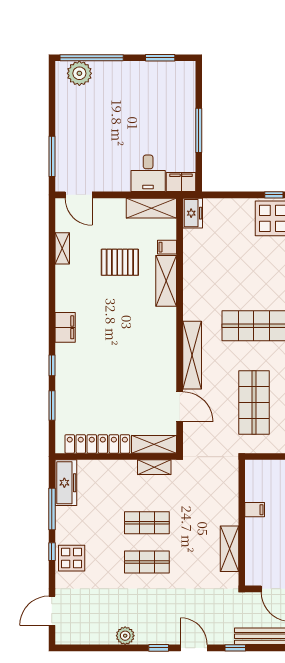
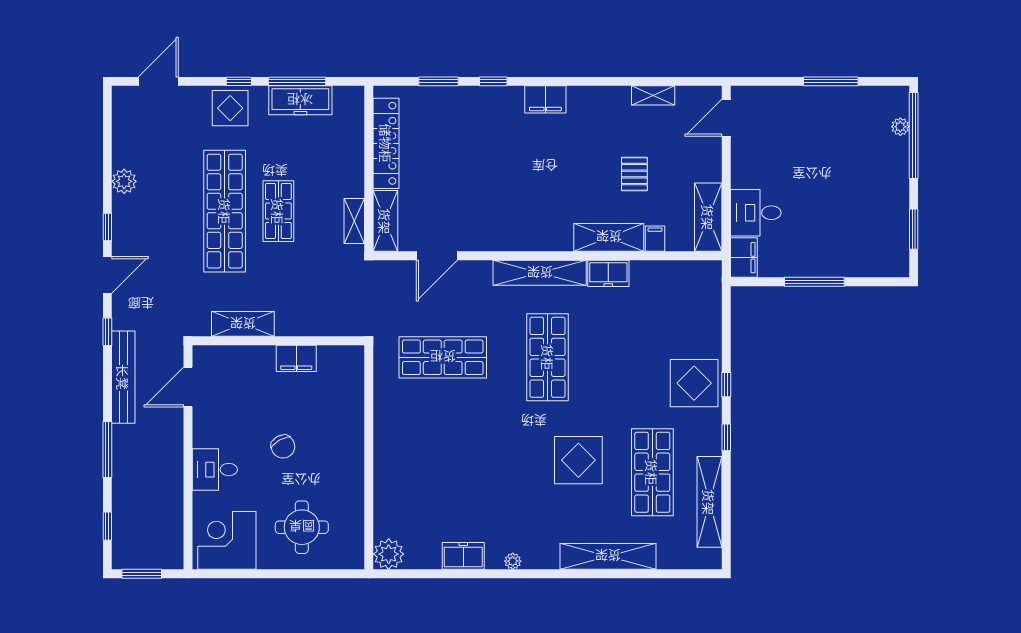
plant: (79, 73) -> (900, 127), width x0.53, depth x0.53
window: (52, 156) -> (831, 81), moved
freezer: (193, 213) -> (608, 273), moved
pallet: (120, 262) -> (634, 174), width x0.67, depth x0.71
shelving: (192, 355) -> (540, 273), moved
freezer: (66, 483) -> (300, 100), moved
filing cabinet: (255, 510) -> (296, 358), width x2.00
shop shelf: (147, 562) -> (225, 211), width x2.00, depth x1.36
door: (52, 611) -> (158, 81), hinge flipped

